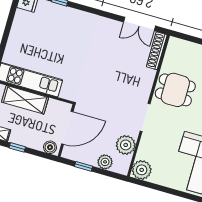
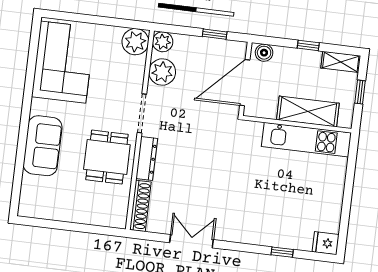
double door: (140, 24) -> (191, 241), moved
dresser: (147, 84) -> (147, 158), added
dining table: (175, 90) -> (107, 157), turned 90
plant: (105, 162) -> (163, 42), moved

